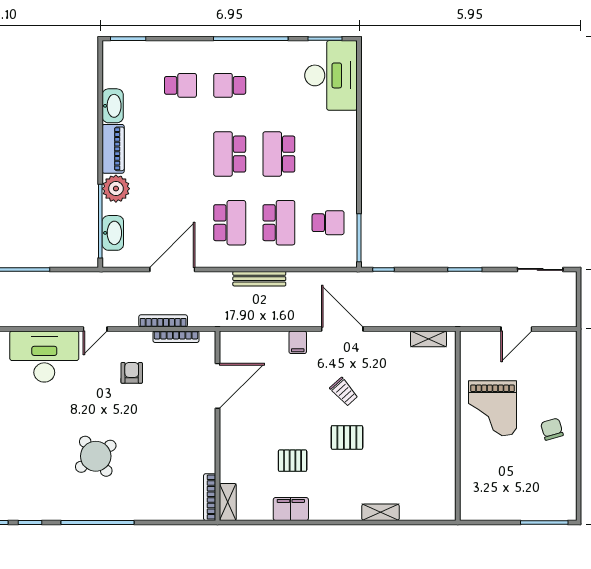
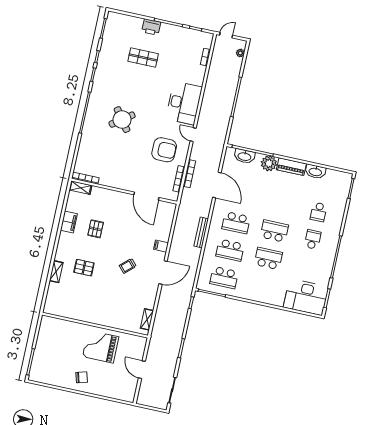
school desk: (328, 223) -> (224, 278), width x1.85
armchair: (132, 373) -> (164, 150), width x1.88, depth x1.88
pallet: (347, 437) -> (84, 268), moved, turned 90

